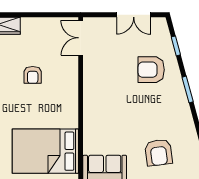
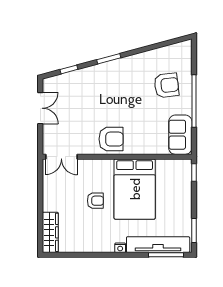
armchair: (151, 70) -> (111, 139), moved, turned -90
bed: (45, 151) -> (135, 189), moved

